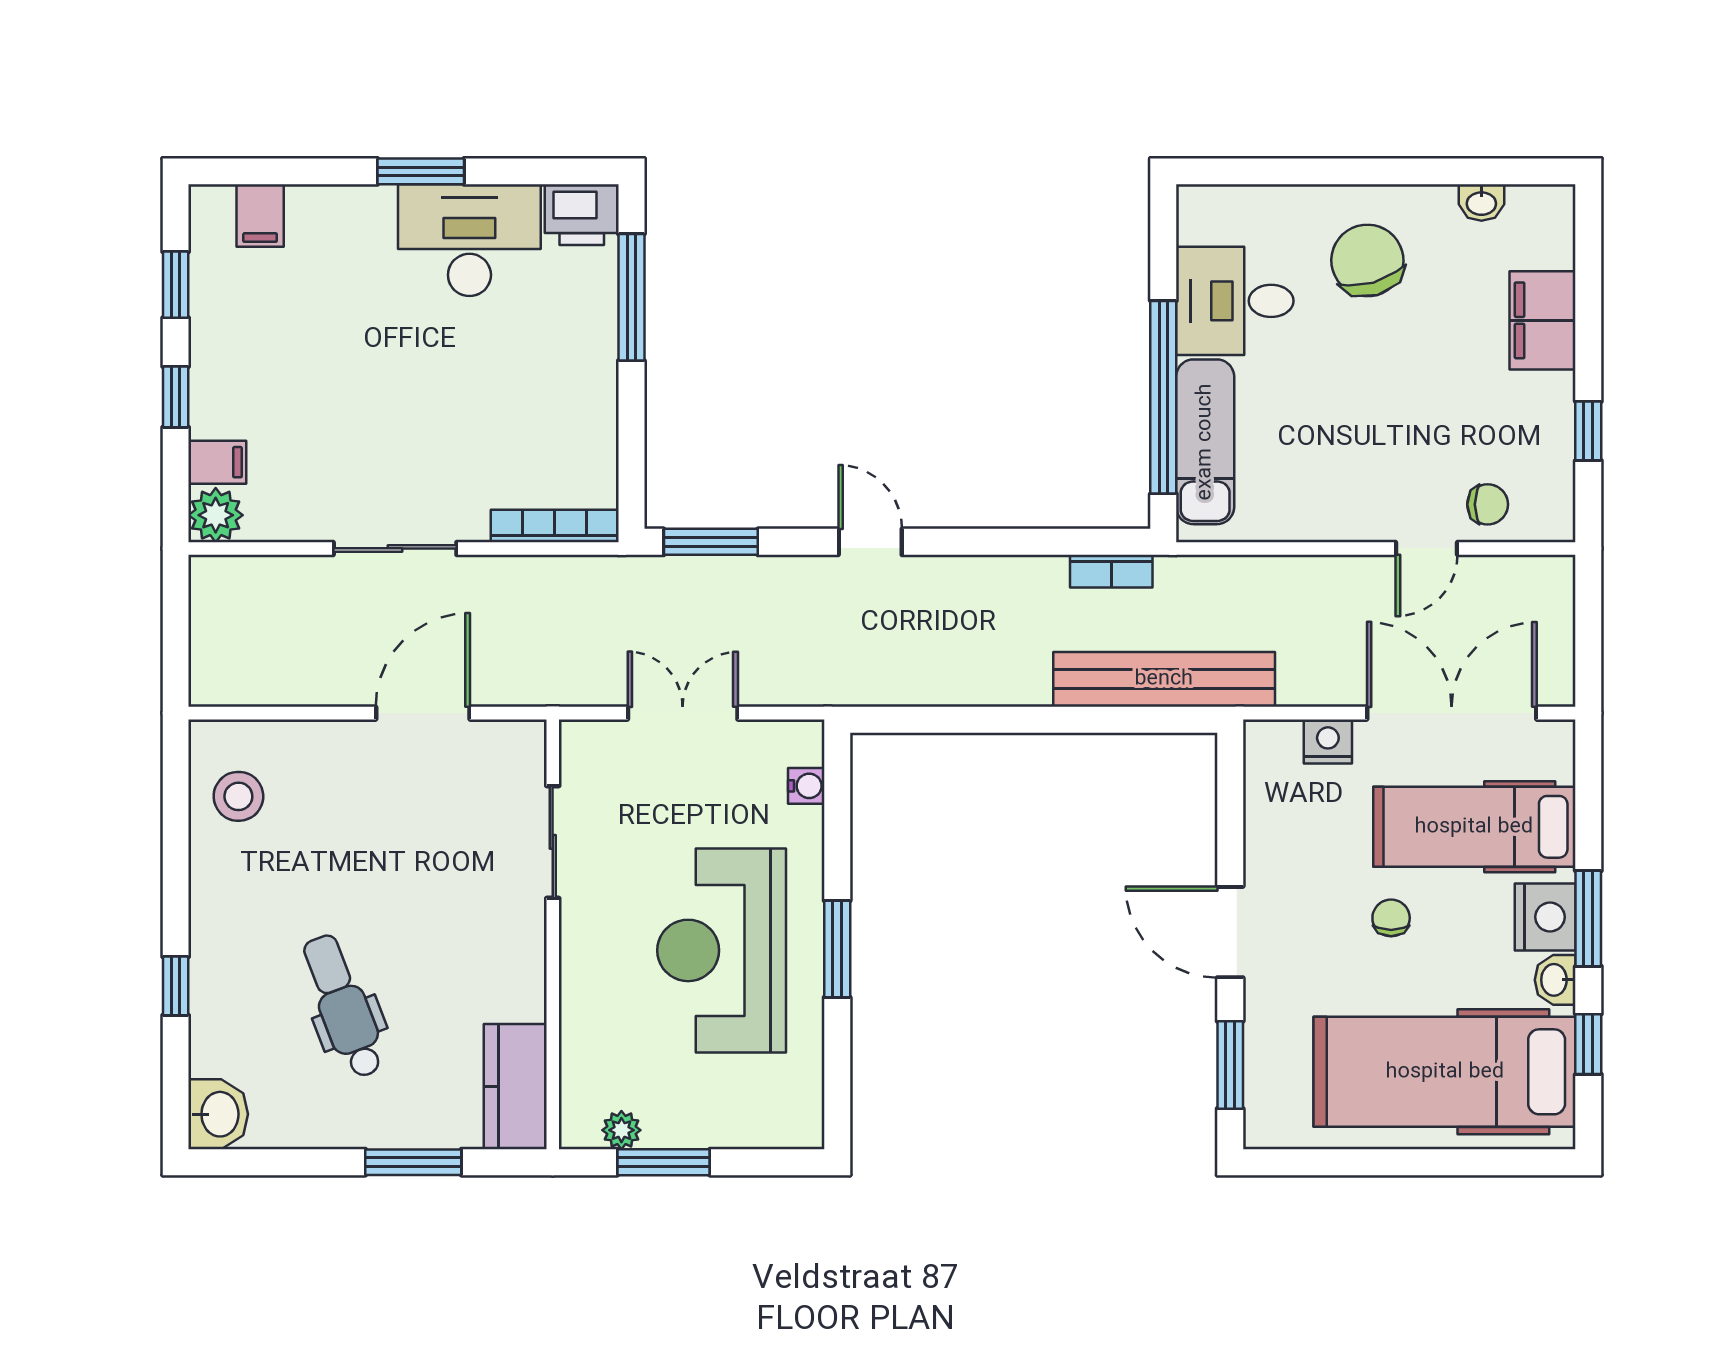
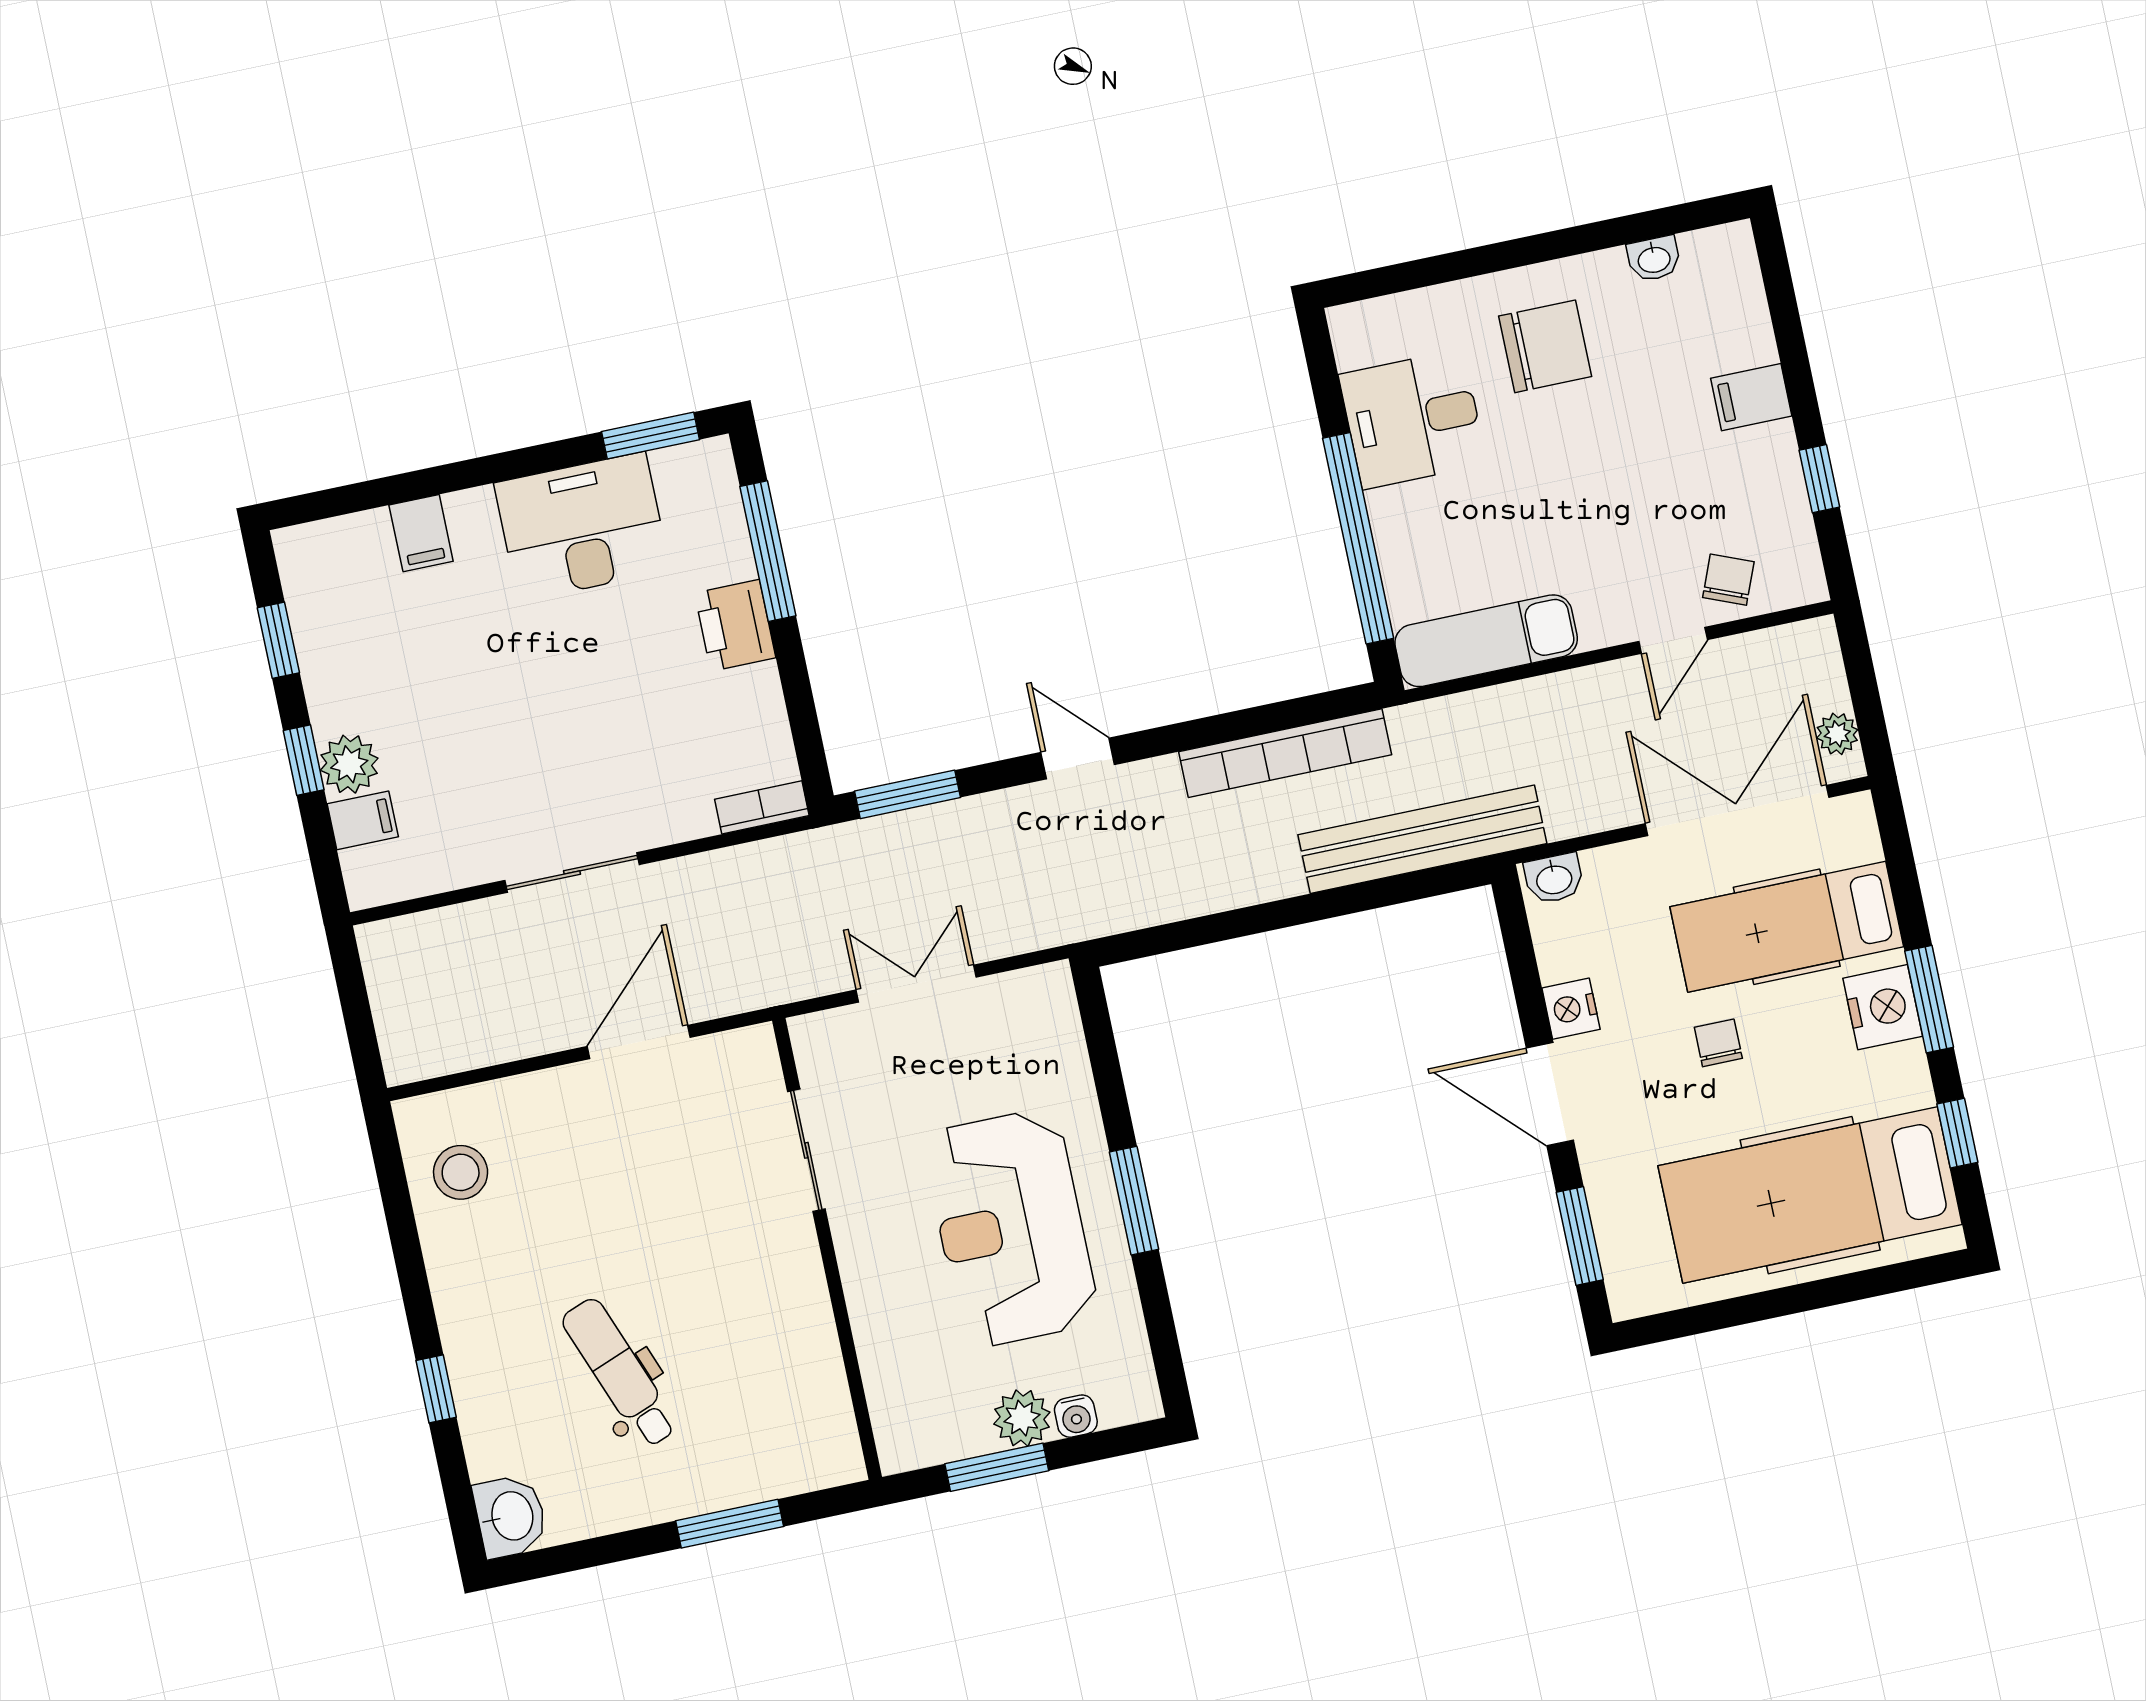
window: (421, 171) -> (650, 436), moved
printer: (582, 215) -> (735, 625), moved, turned 90
filing cabinet: (260, 216) -> (421, 533), moved
chair: (1367, 260) -> (1545, 346), turned 106
filing cabinet: (1543, 320) -> (1751, 397), width x0.50
exam couch: (1205, 442) -> (1486, 641), moved, turned -90
chair: (1488, 504) -> (1728, 580), turned -68
plant: (216, 515) -> (349, 764), moved
bookcase: (555, 526) -> (762, 807), width x0.64
bookcase: (1111, 571) -> (1285, 753), width x2.31, depth x1.31
plant: (1556, 663) -> (1837, 734), added
nightstand: (1328, 741) -> (1571, 1009), moved, turned -90
water cooler: (806, 786) -> (1076, 1416), moved, turned 90
washbasin: (1555, 980) -> (1554, 879), moved, turned -90
kitchen counter: (515, 1087) -> (821, 1420), removed
plant: (621, 1130) -> (1022, 1418), moved, width x1.38, depth x1.38

